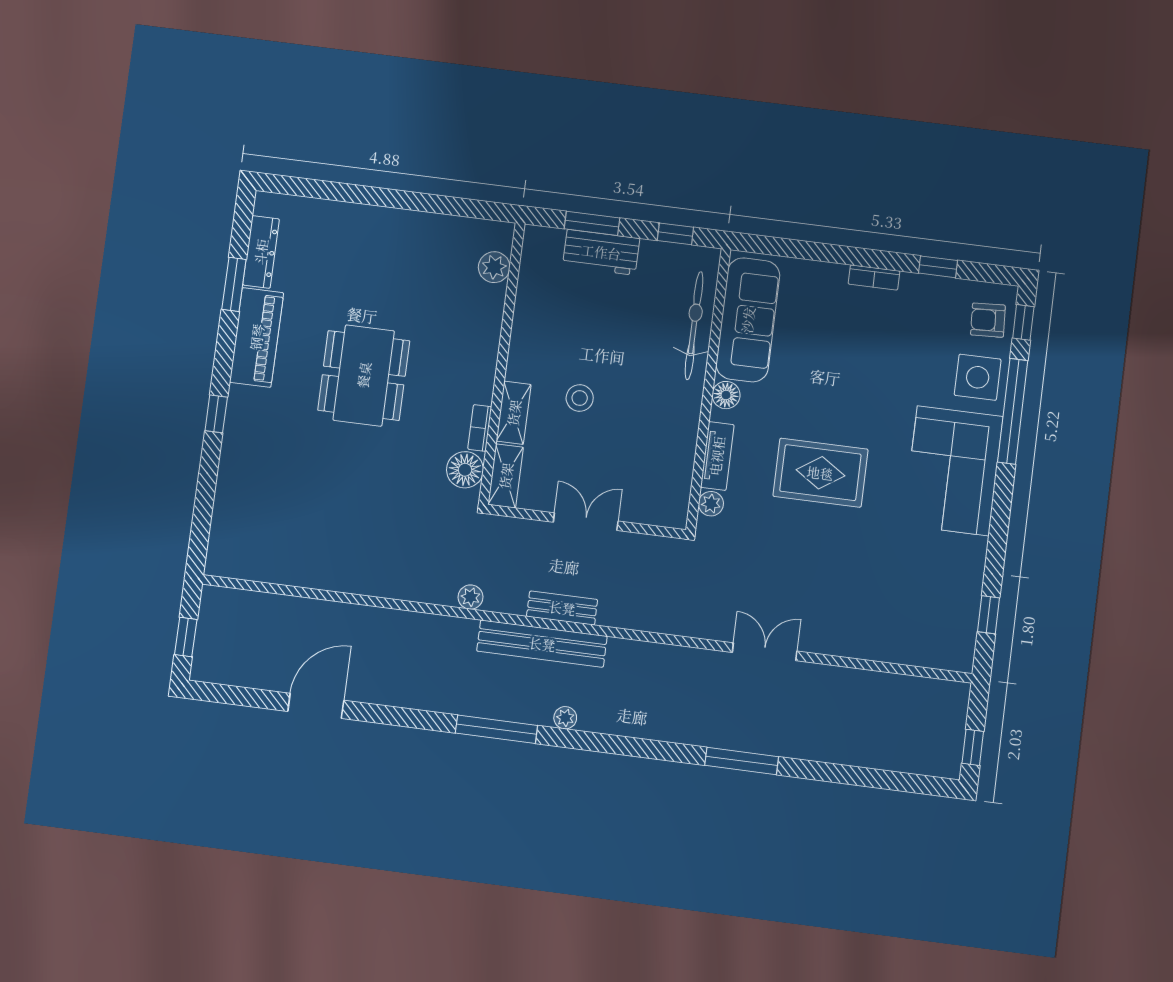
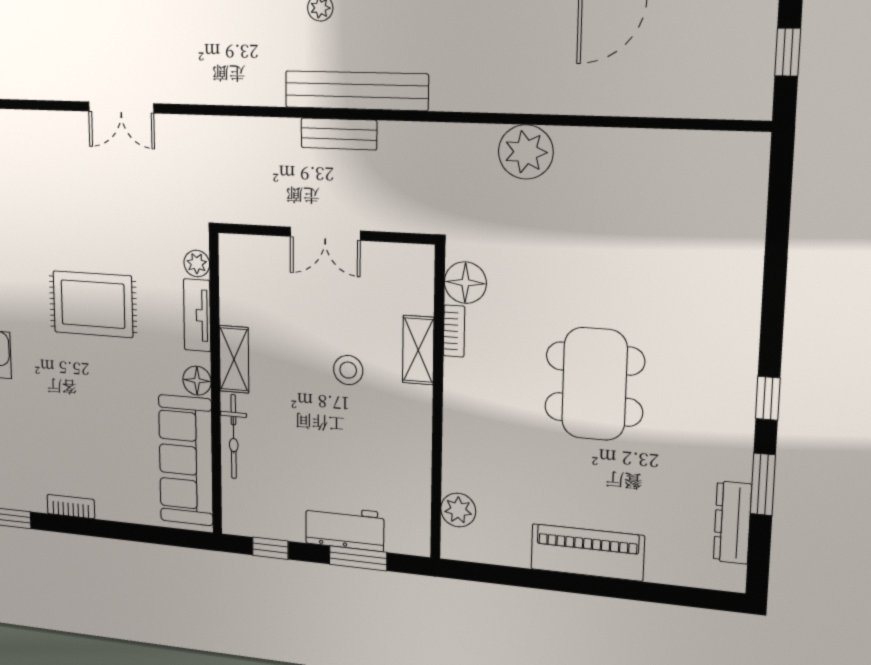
bicycle: (694, 326) -> (234, 437), width x0.73, depth x0.71
piano: (257, 337) -> (587, 552), moved, turned 90
window: (216, 414) -> (768, 398), moved
shelving: (506, 476) -> (234, 359), moved
plant: (470, 597) -> (526, 152), moved, width x1.88, depth x1.88

